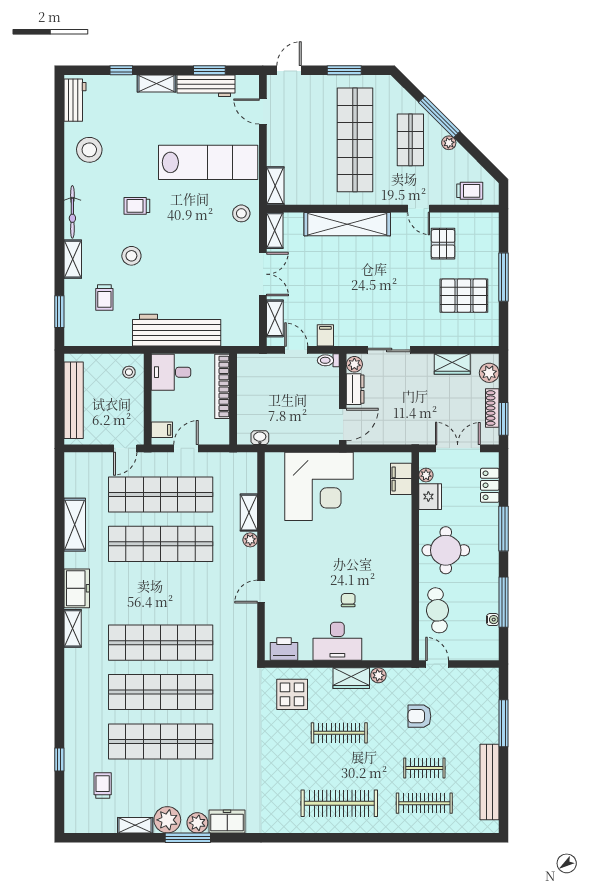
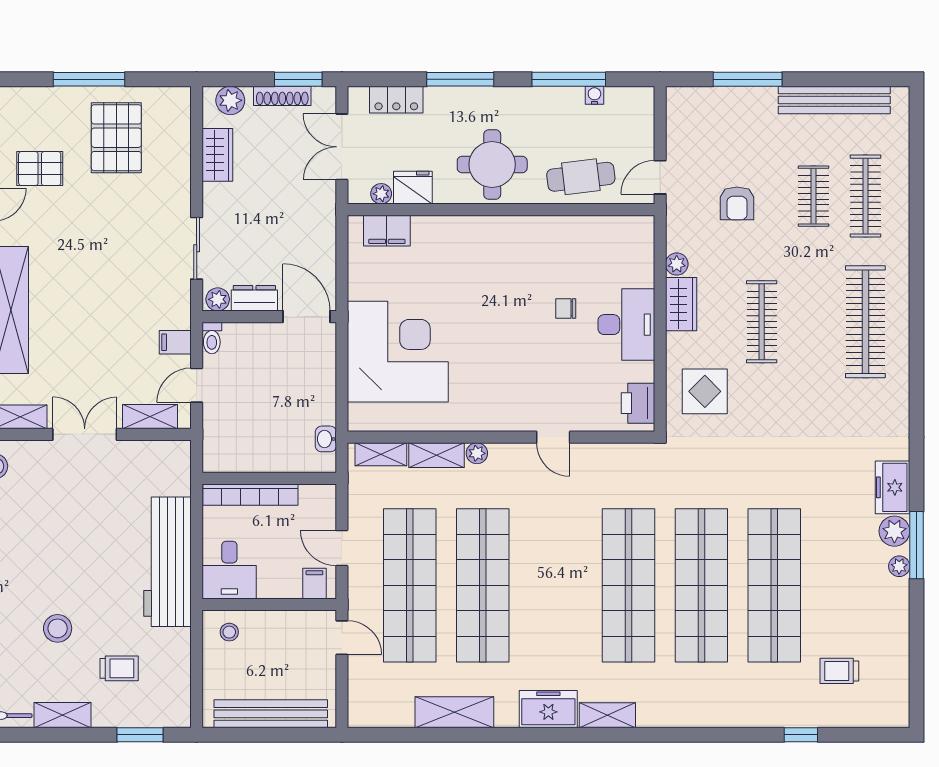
plant: (167, 820) -> (899, 566), width x0.53, depth x0.53
shelving: (135, 825) -> (381, 454), moved, turned 90

